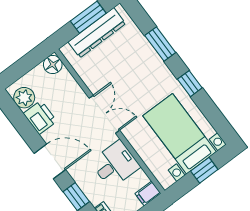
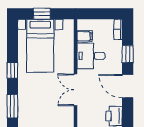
filing cabinet: (148, 193) -> (85, 36), moved

